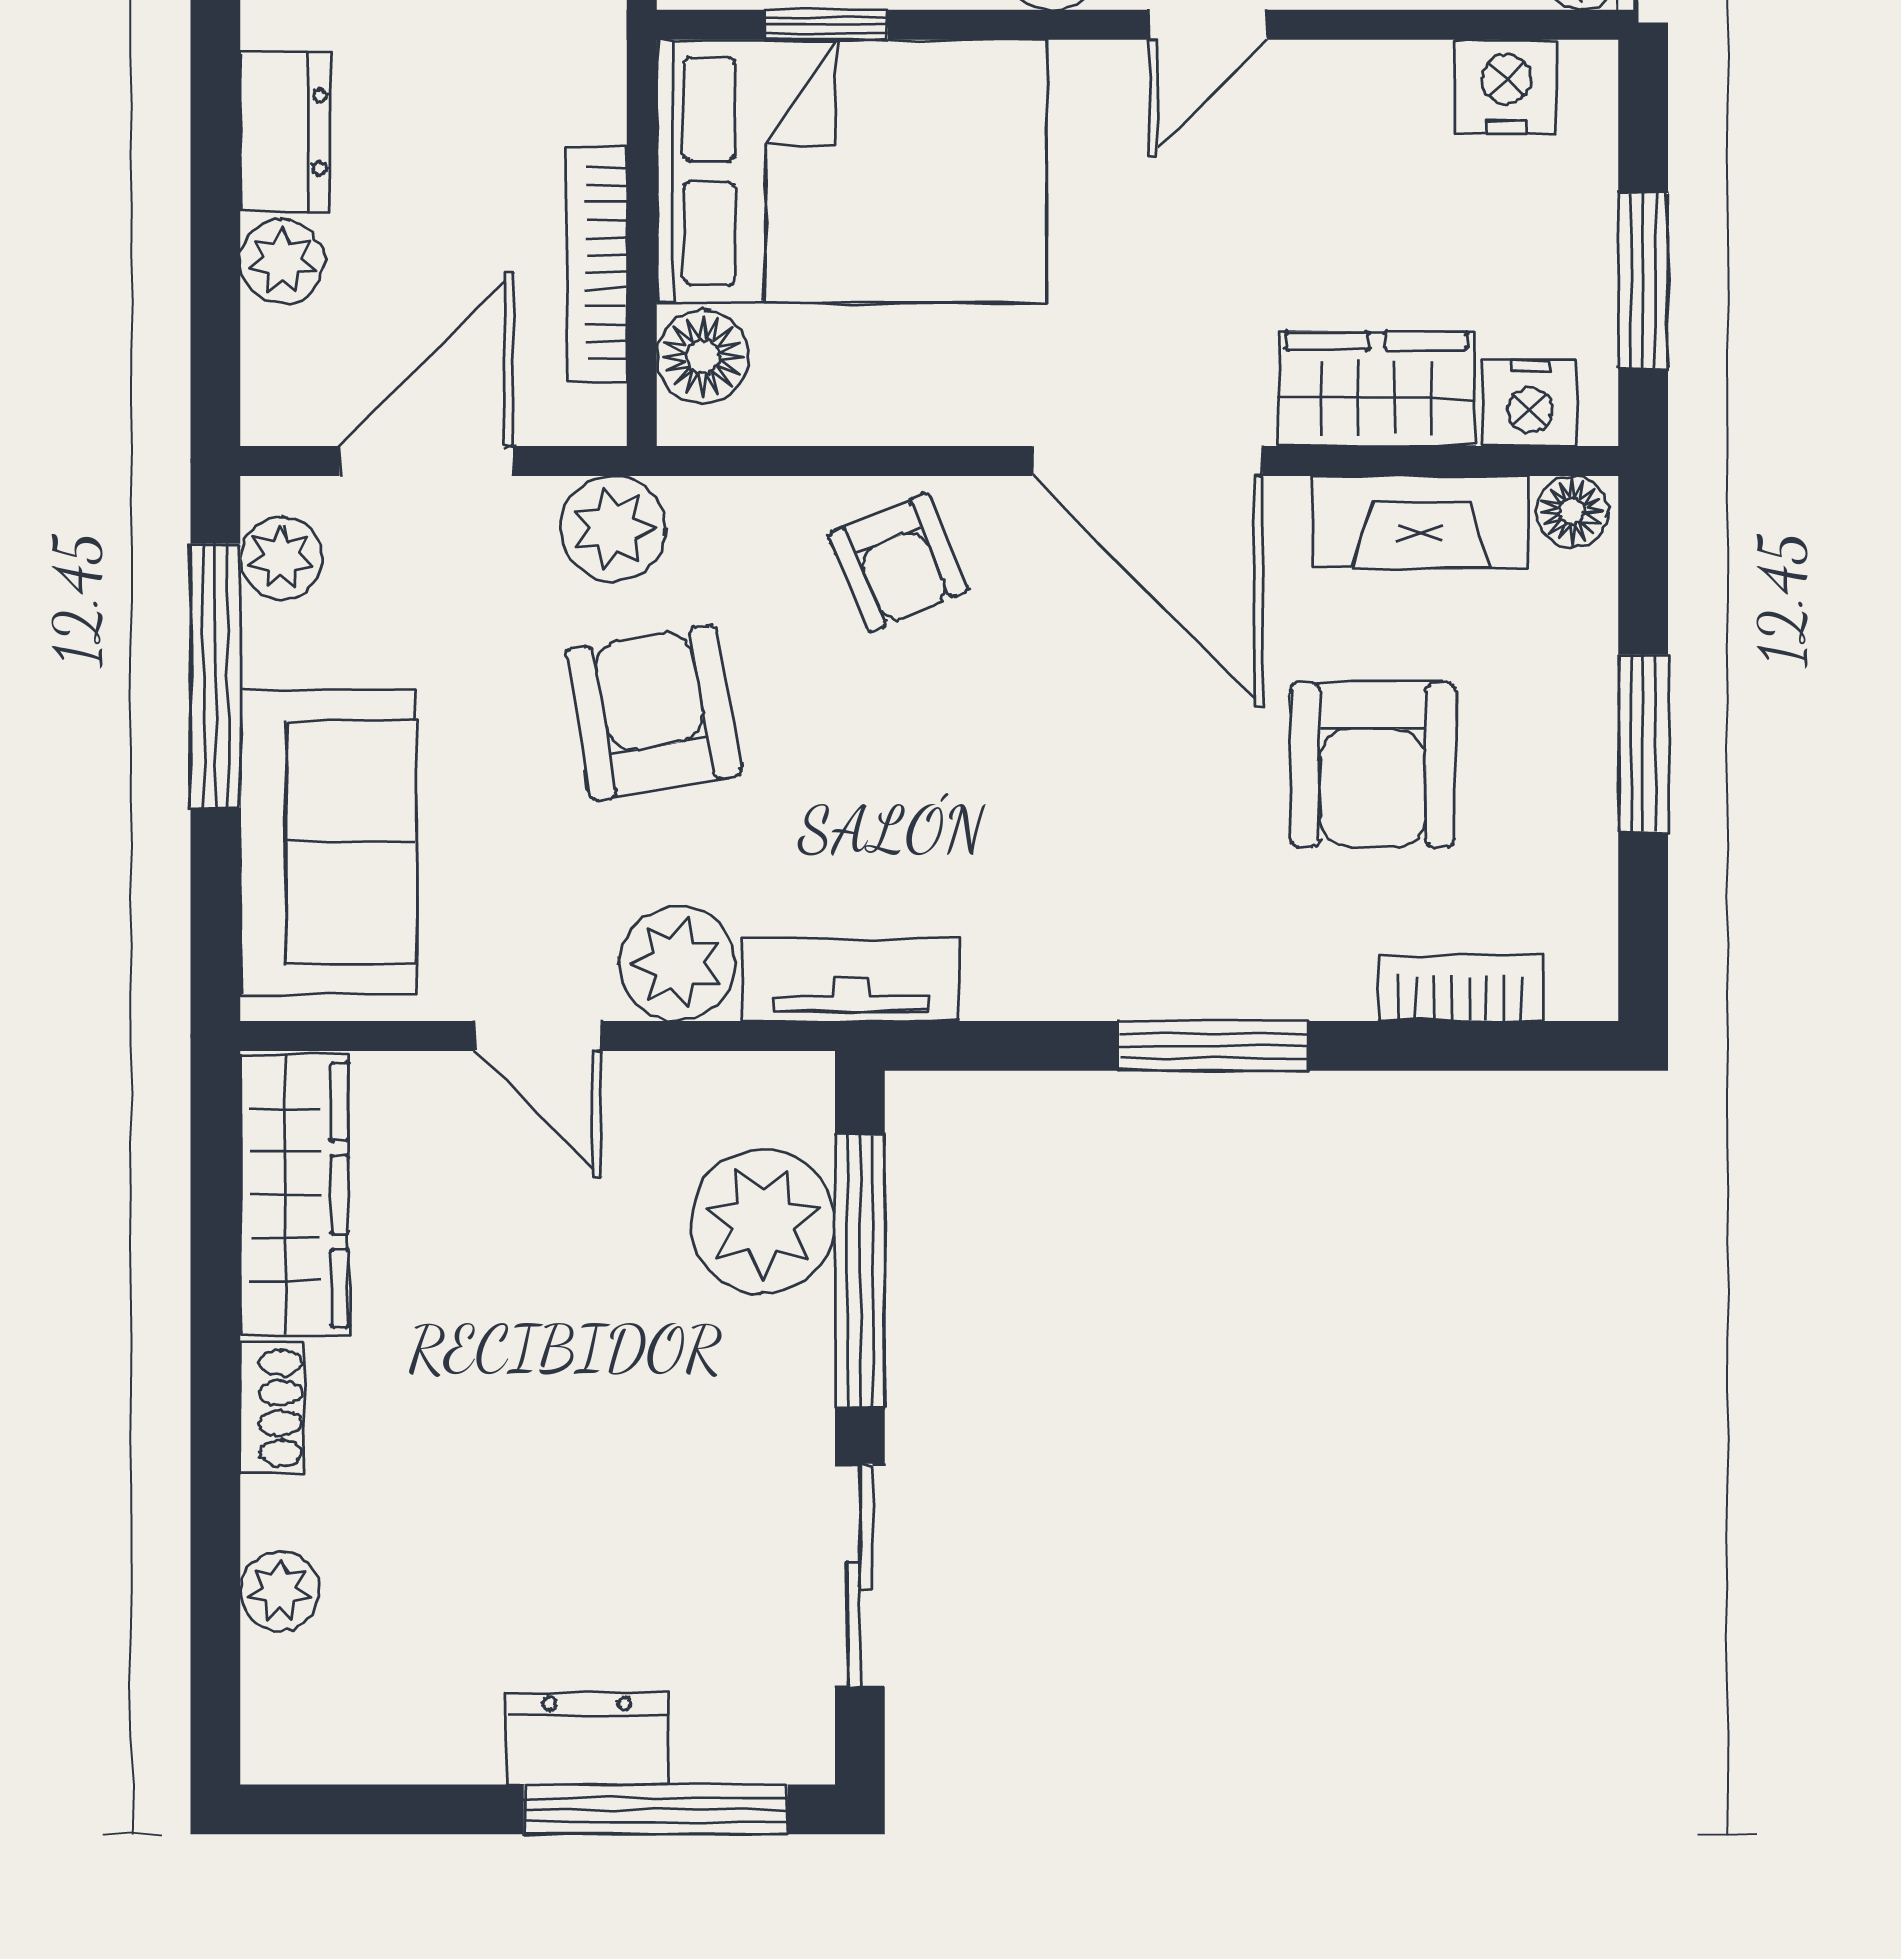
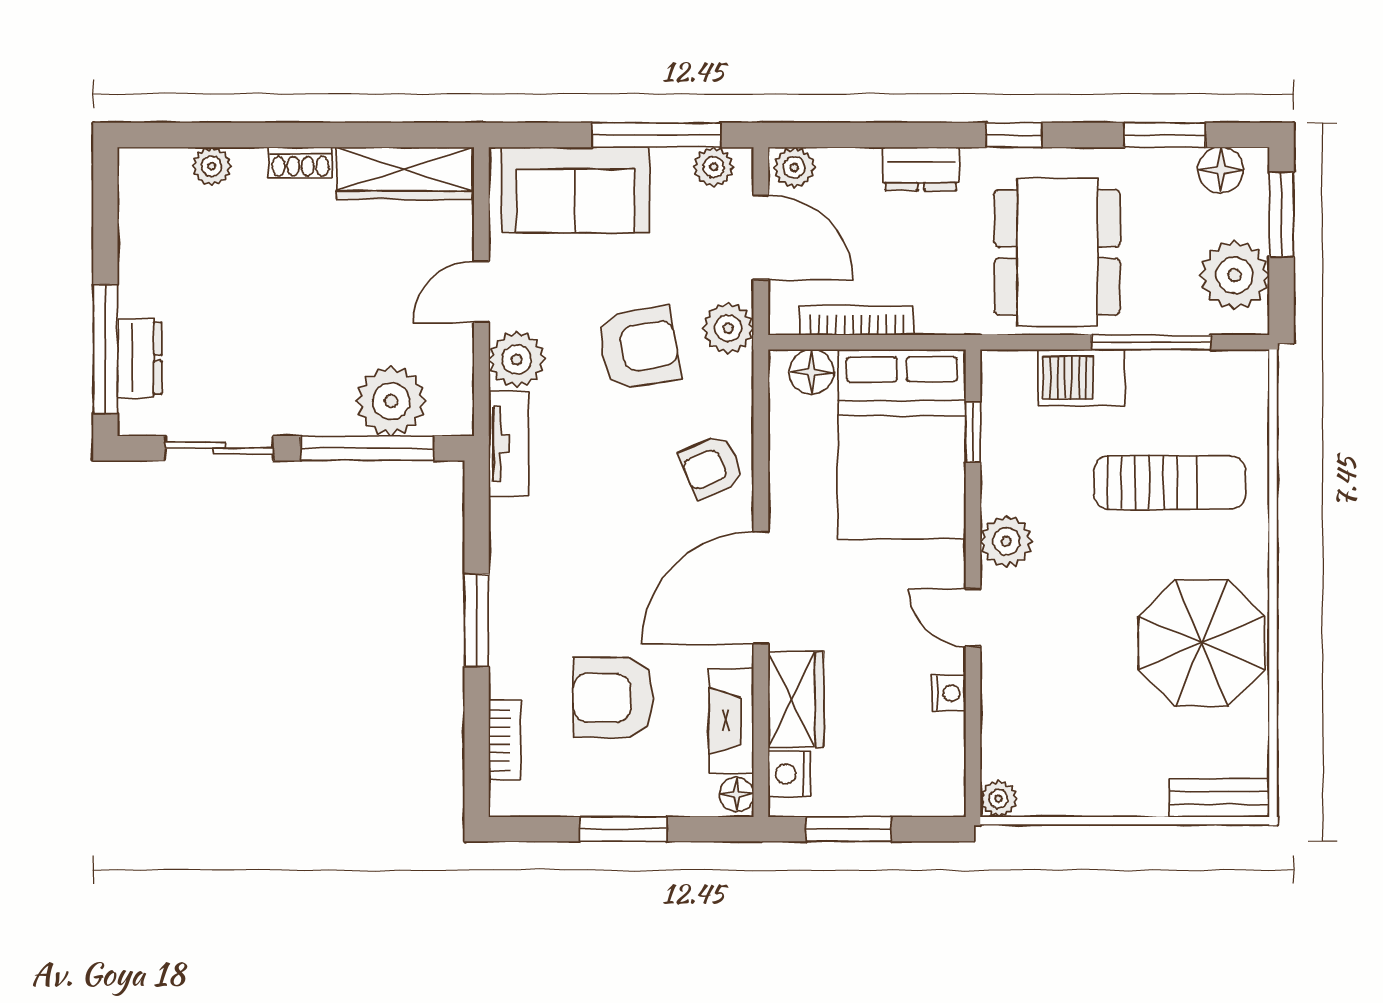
nightstand: (1506, 87) -> (949, 693), moved, width x0.72, depth x0.74
plant: (283, 262) -> (794, 168), moved
dresser: (587, 1739) -> (140, 358), moved

